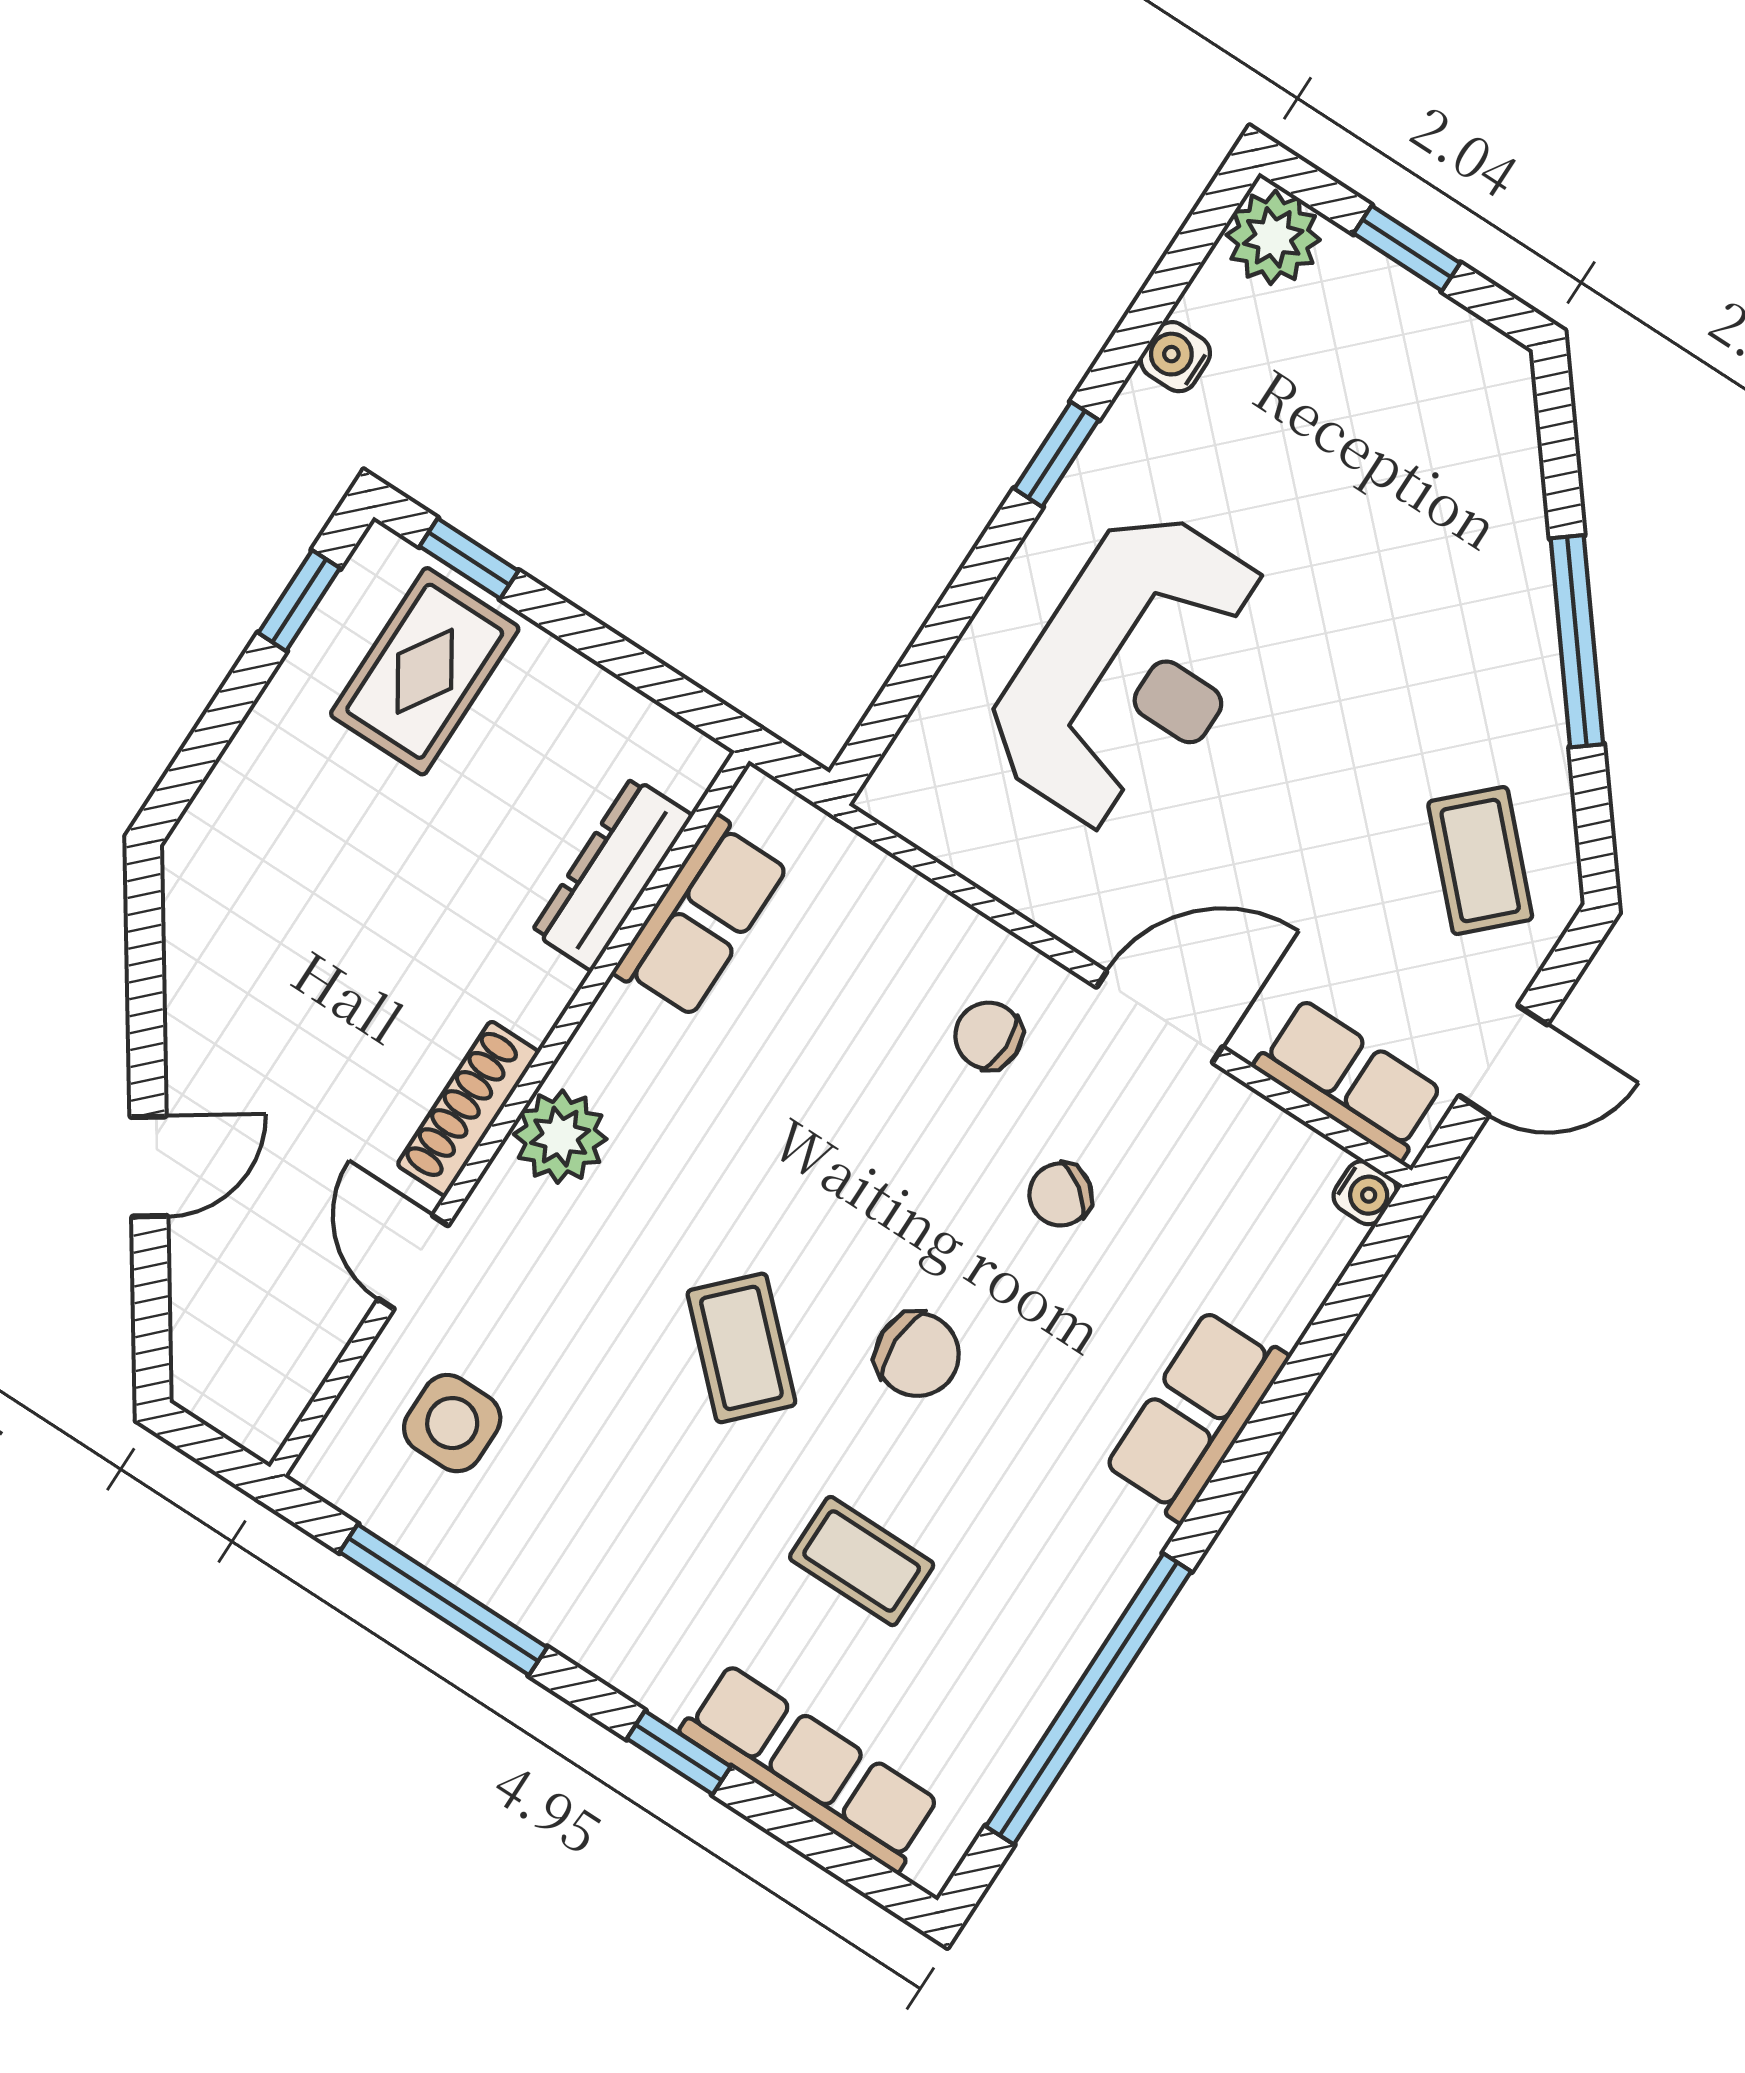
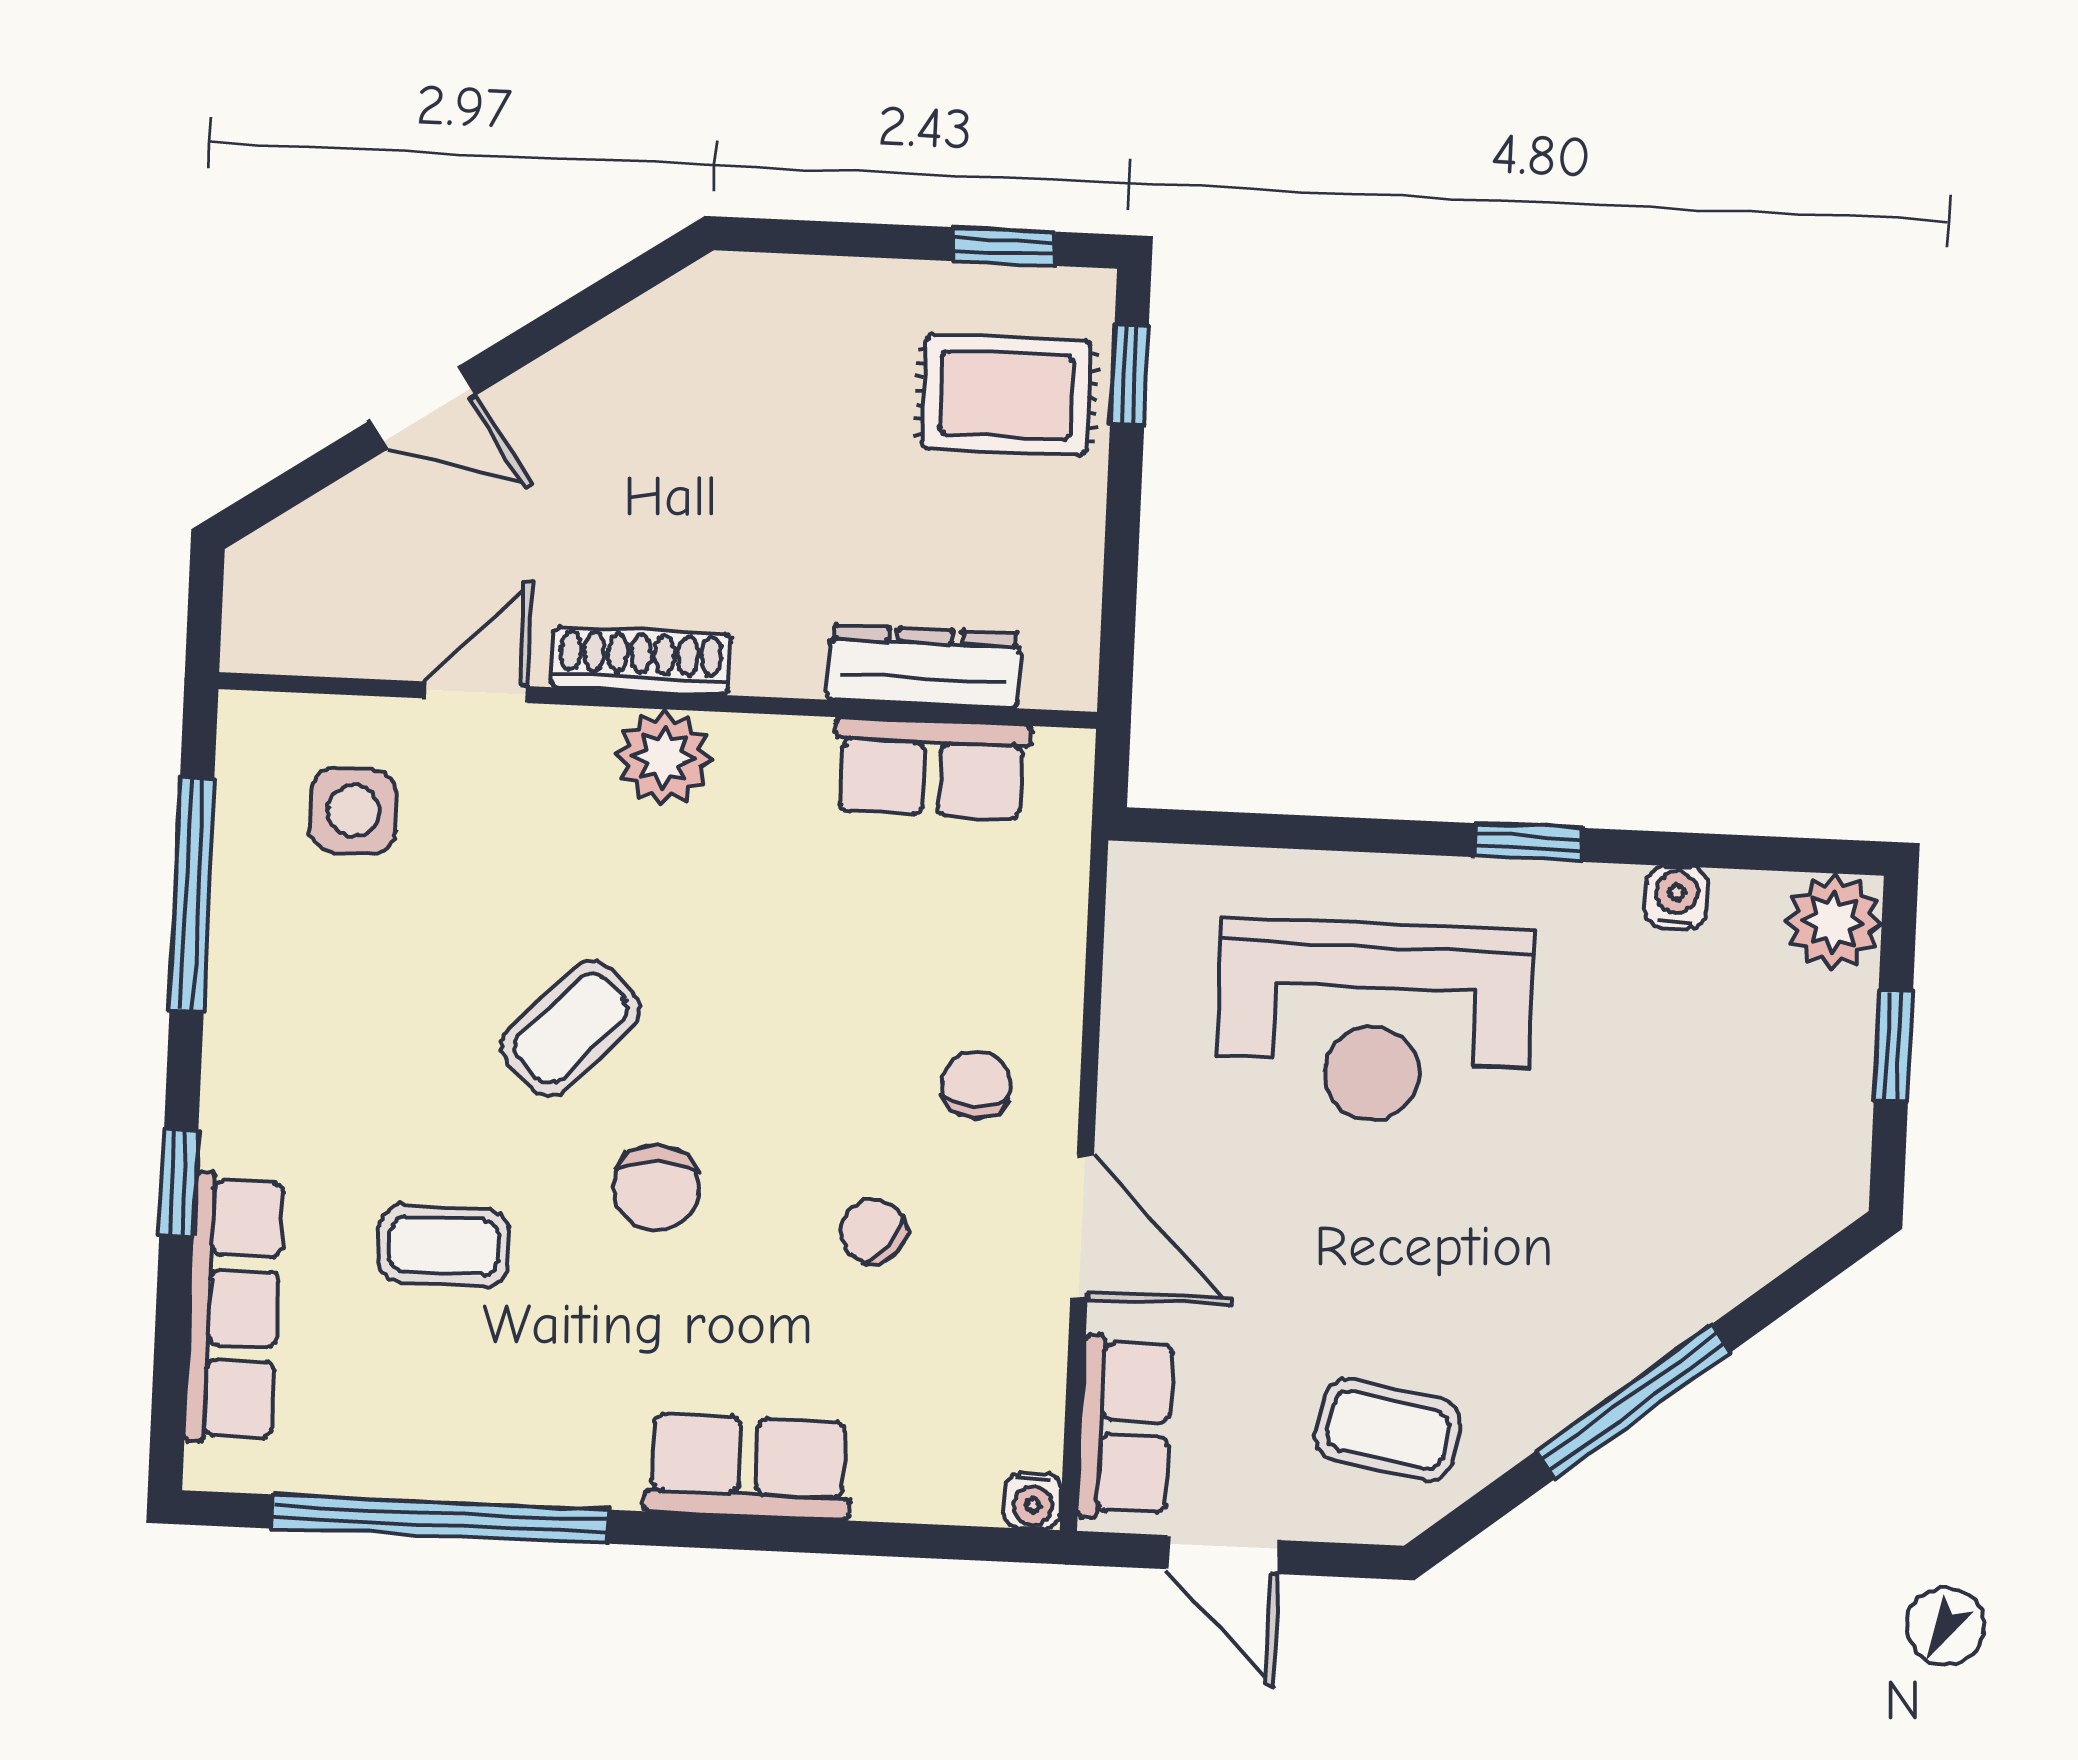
coffee table: (1480, 861) -> (1388, 1430), turned 54
coffee table: (862, 1561) -> (444, 1246), turned 90

